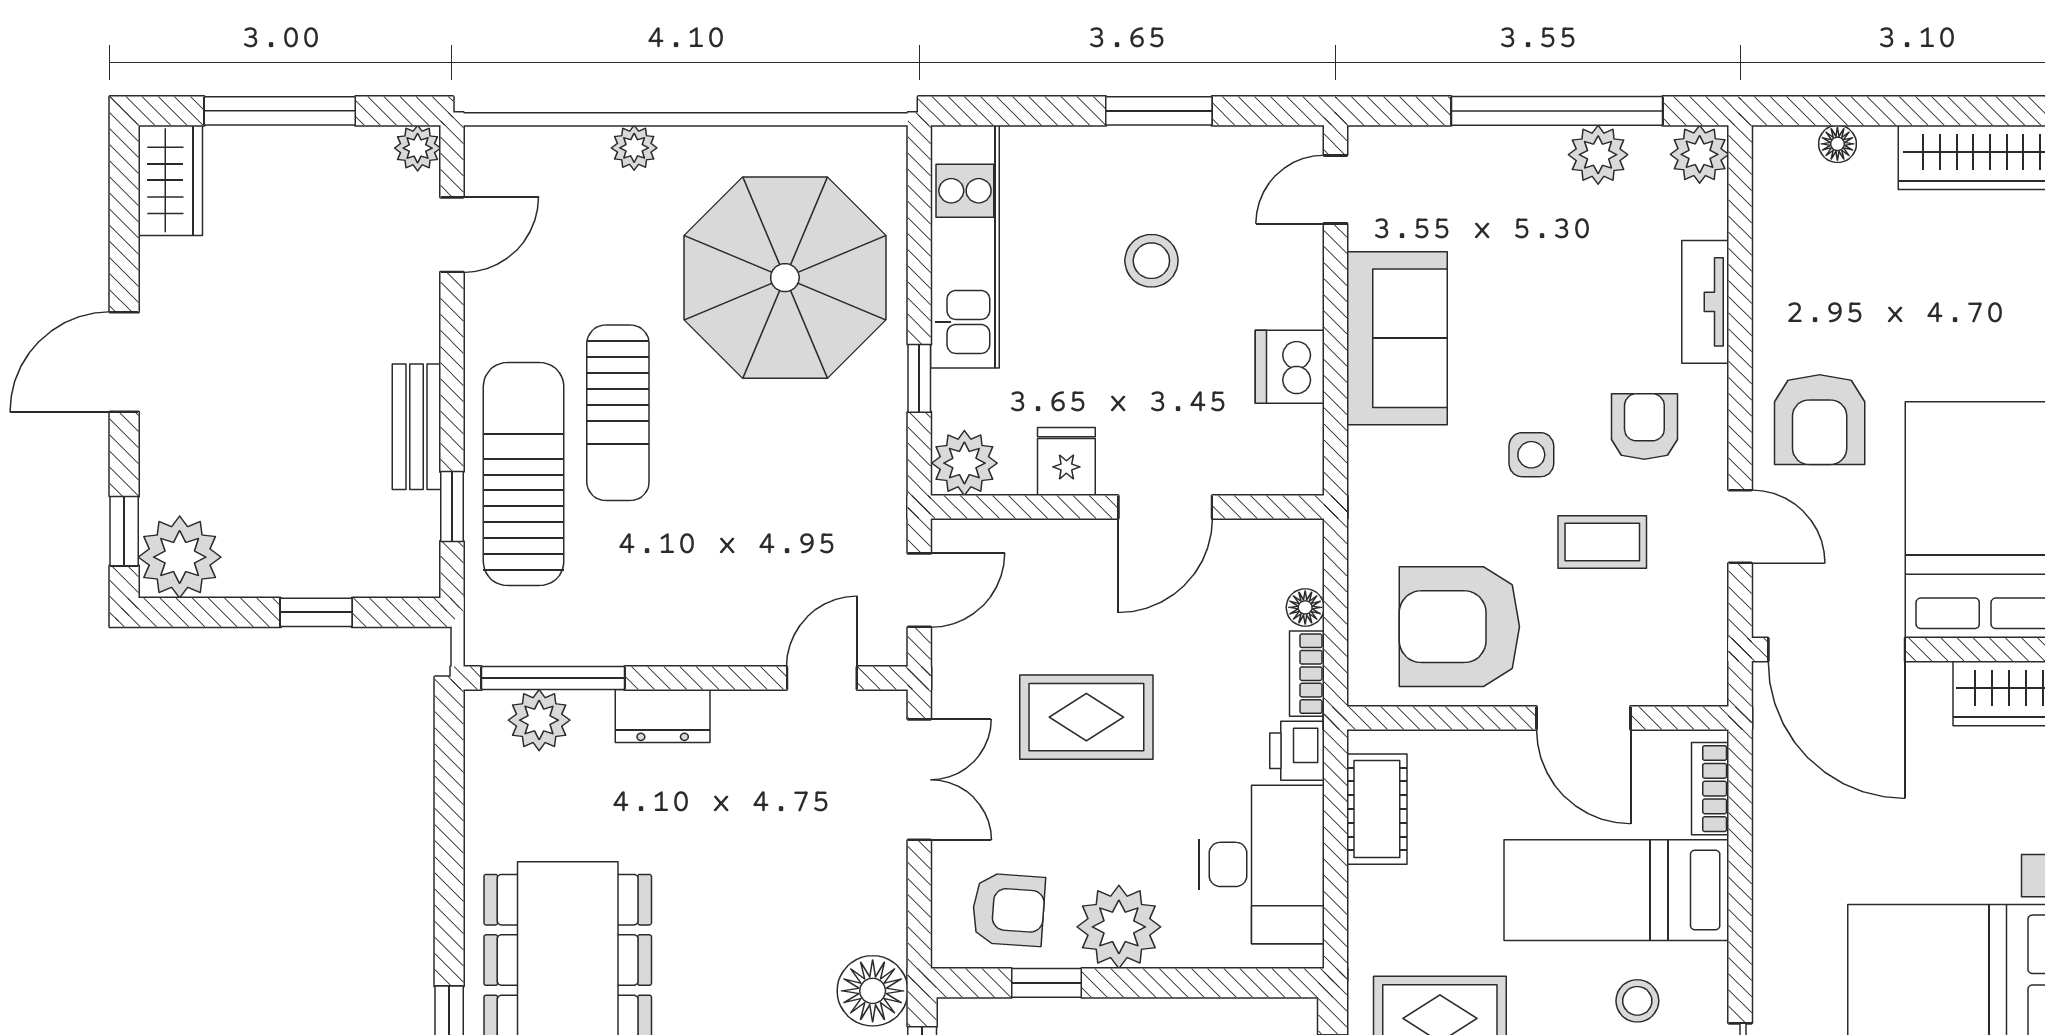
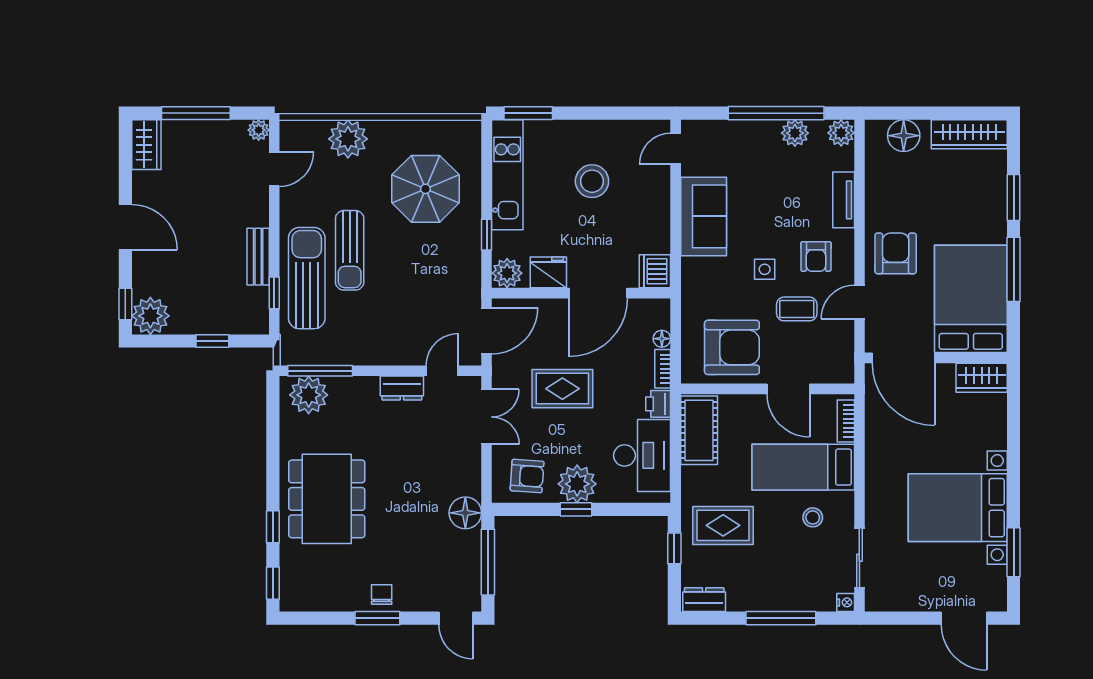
window: (1159, 111) -> (528, 113), moved
floor lamp: (1837, 144) -> (904, 136), width x1.89, depth x1.89
plant: (634, 148) -> (348, 139), width x1.88, depth x1.88
stool: (1151, 261) -> (592, 181), width x1.38, depth x1.38
parasol: (785, 278) -> (425, 189), width x0.73, depth x0.73
door: (124, 362) -> (125, 227), swing flipped
dishwasher: (1290, 367) -> (655, 271), moved
armchair: (1820, 420) -> (896, 253), turned 180
armchair: (1644, 426) -> (816, 256), turned 180
fridge: (1066, 461) -> (548, 272), width x1.38
door: (1165, 507) -> (598, 293), width x1.36
door: (1740, 527) -> (859, 302), swing flipped
door: (919, 590) -> (487, 331), width x1.38
armchair: (1459, 627) -> (732, 347), turned 180
dresser: (663, 716) -> (402, 388), moved
plant: (539, 720) -> (309, 395), width x1.36, depth x1.36
cot: (1377, 809) -> (699, 430), width x1.37, depth x1.34
window: (1046, 983) -> (576, 509), moved

